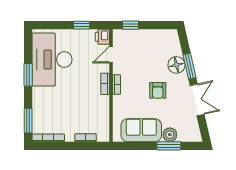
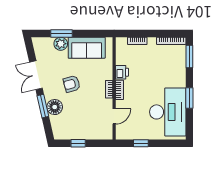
window: (130, 25) -> (78, 143), moved
printer: (102, 37) -> (122, 72), moved
armchair: (158, 90) -> (72, 84), turned -105

